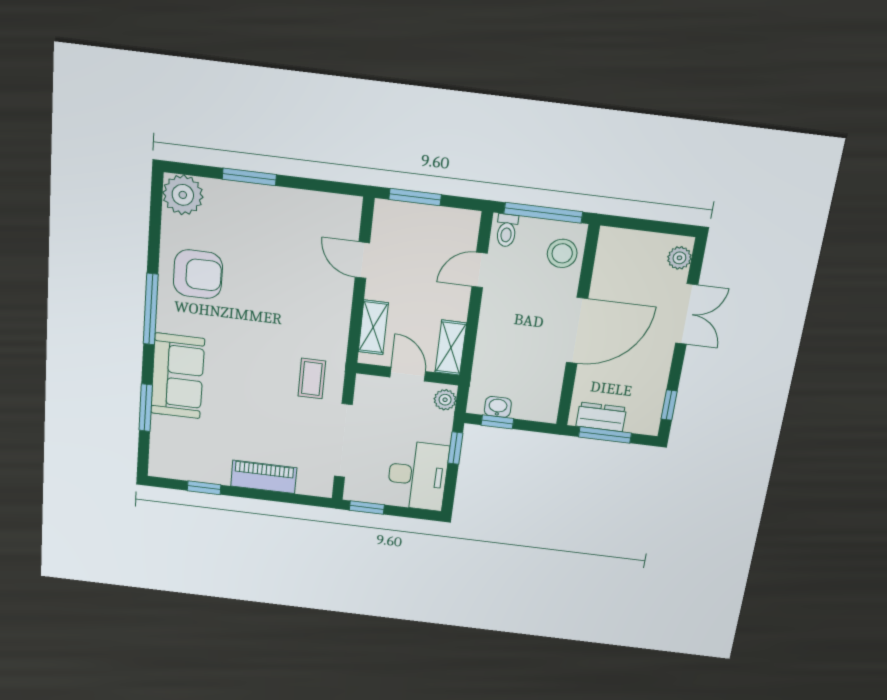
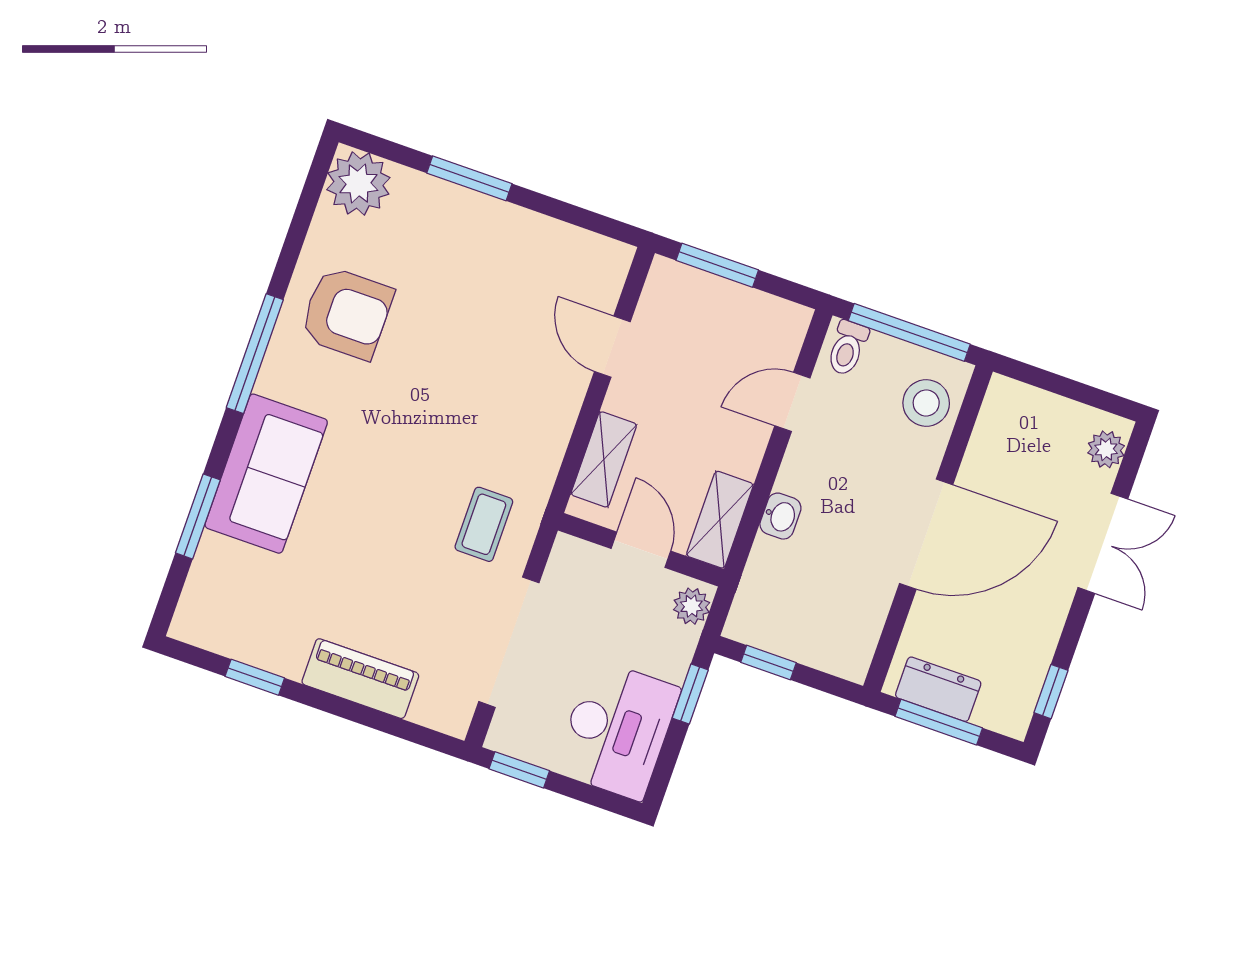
washbasin: (498, 407) -> (780, 516), moved, turned 90

